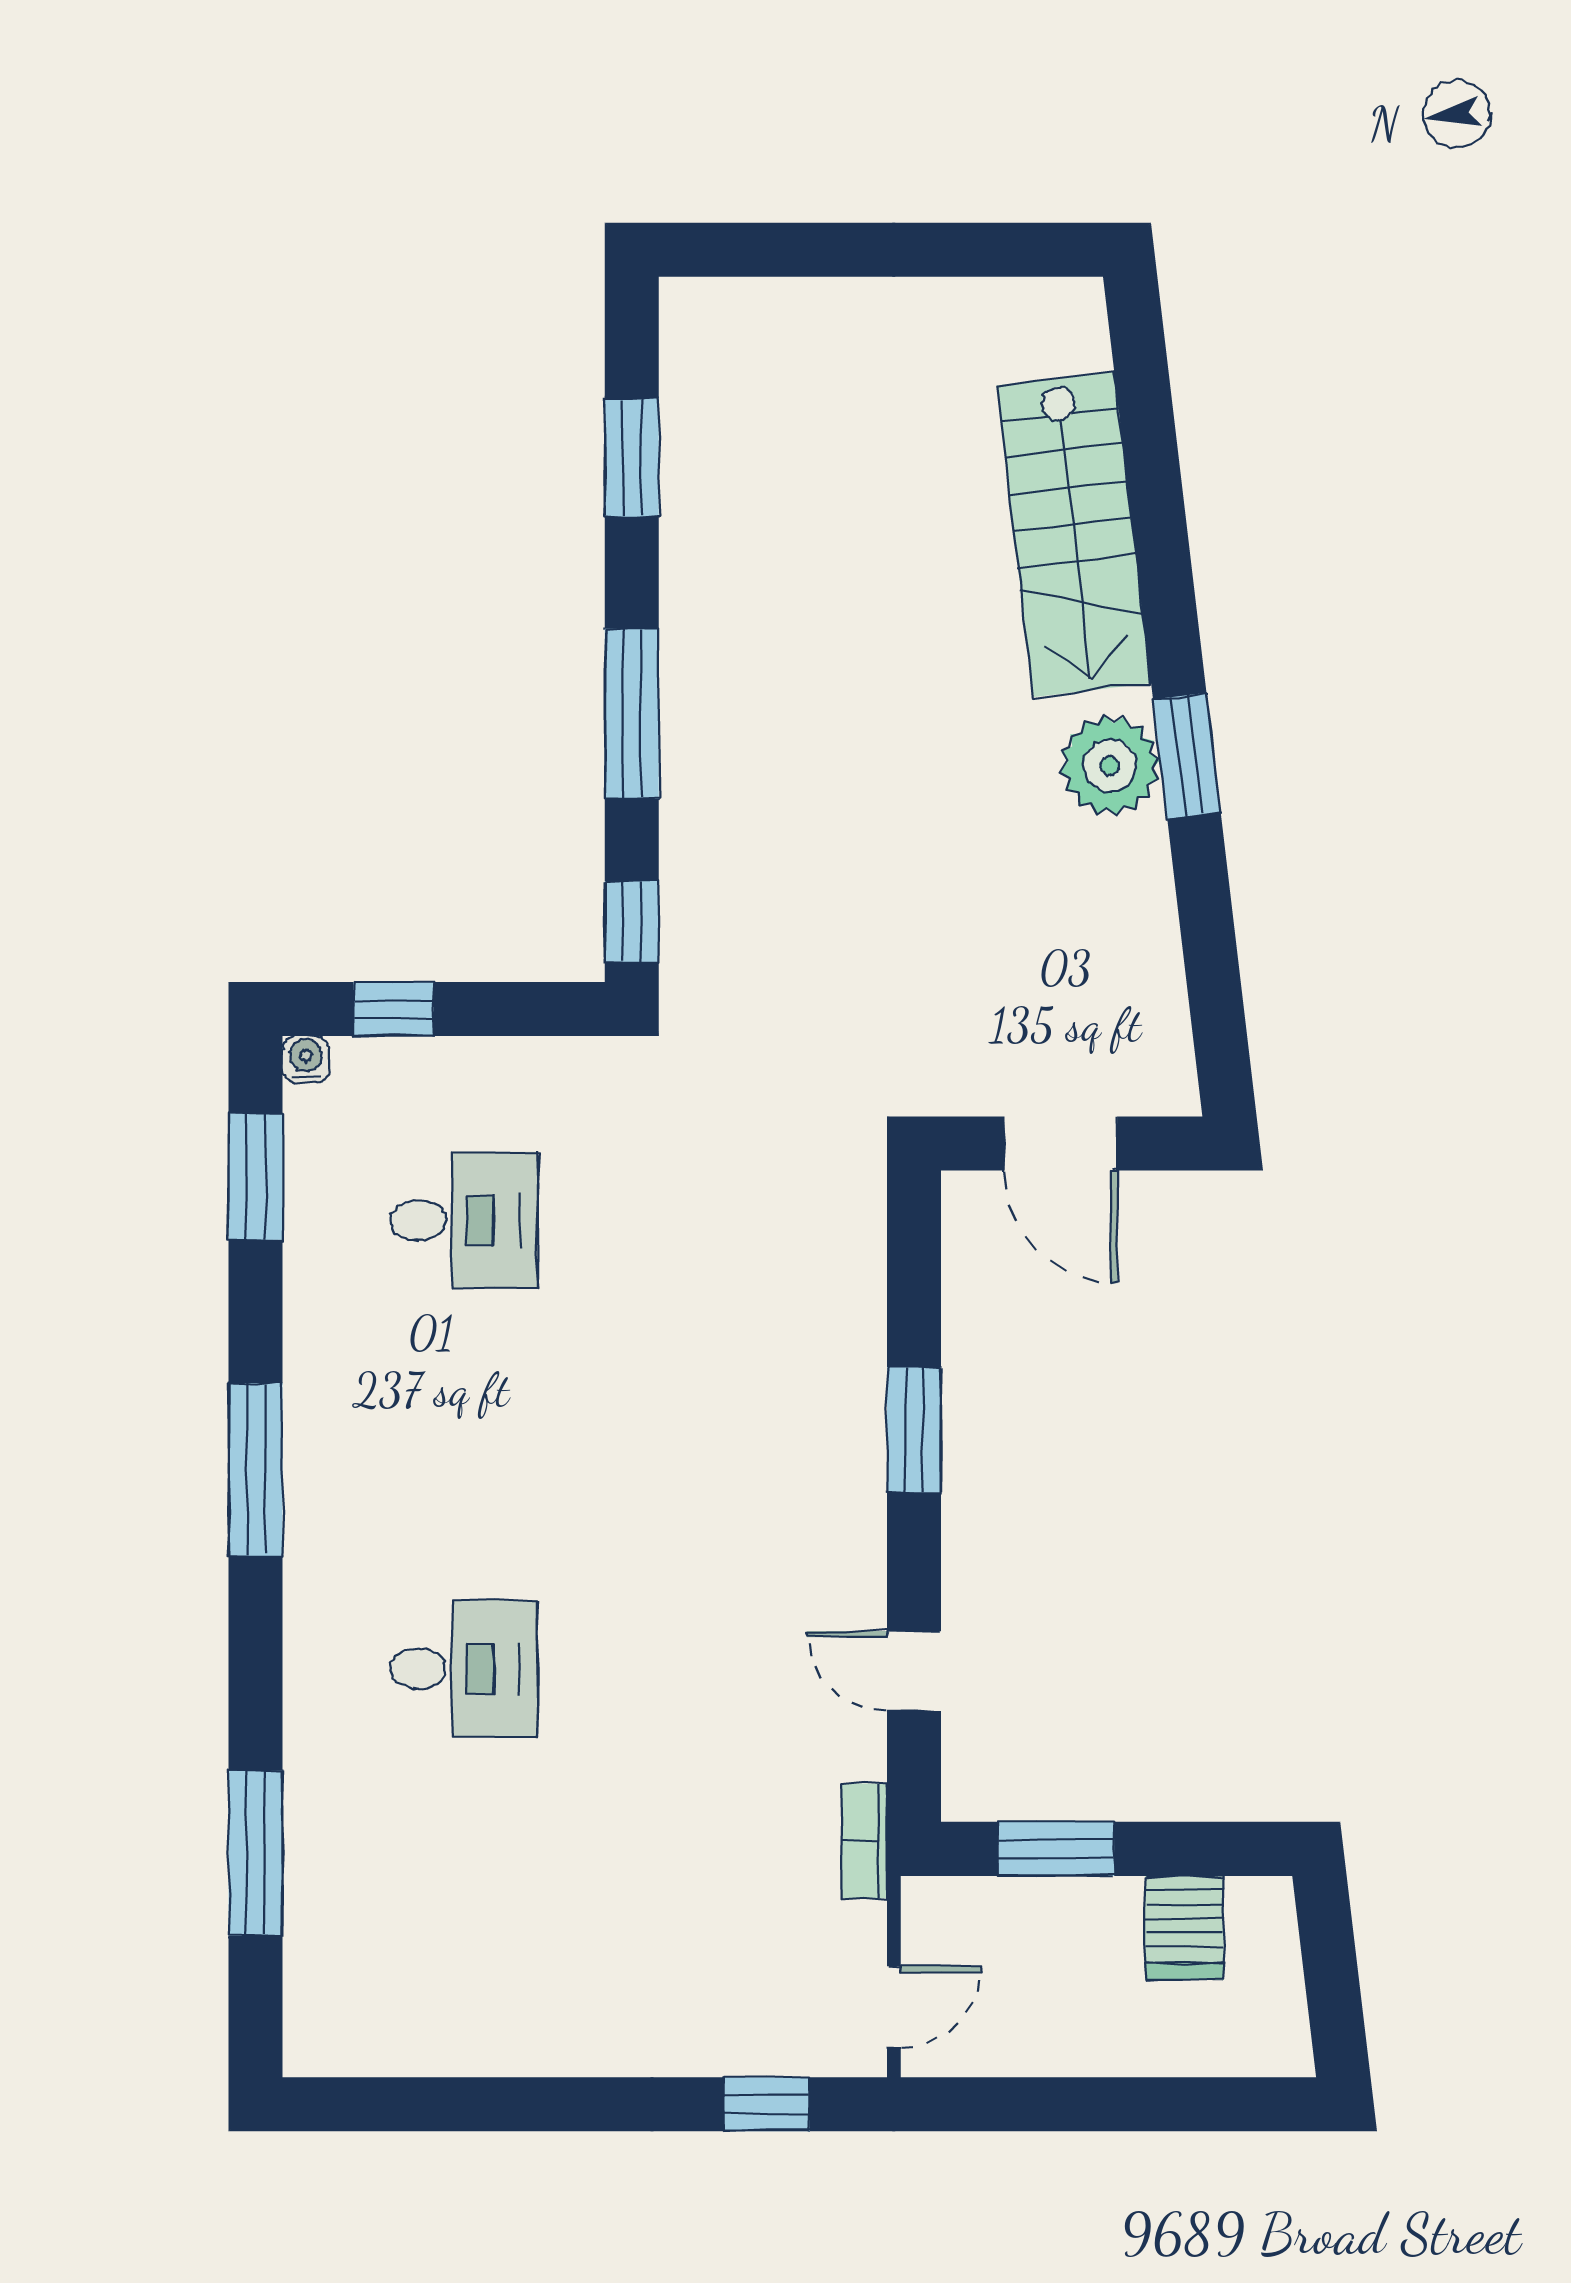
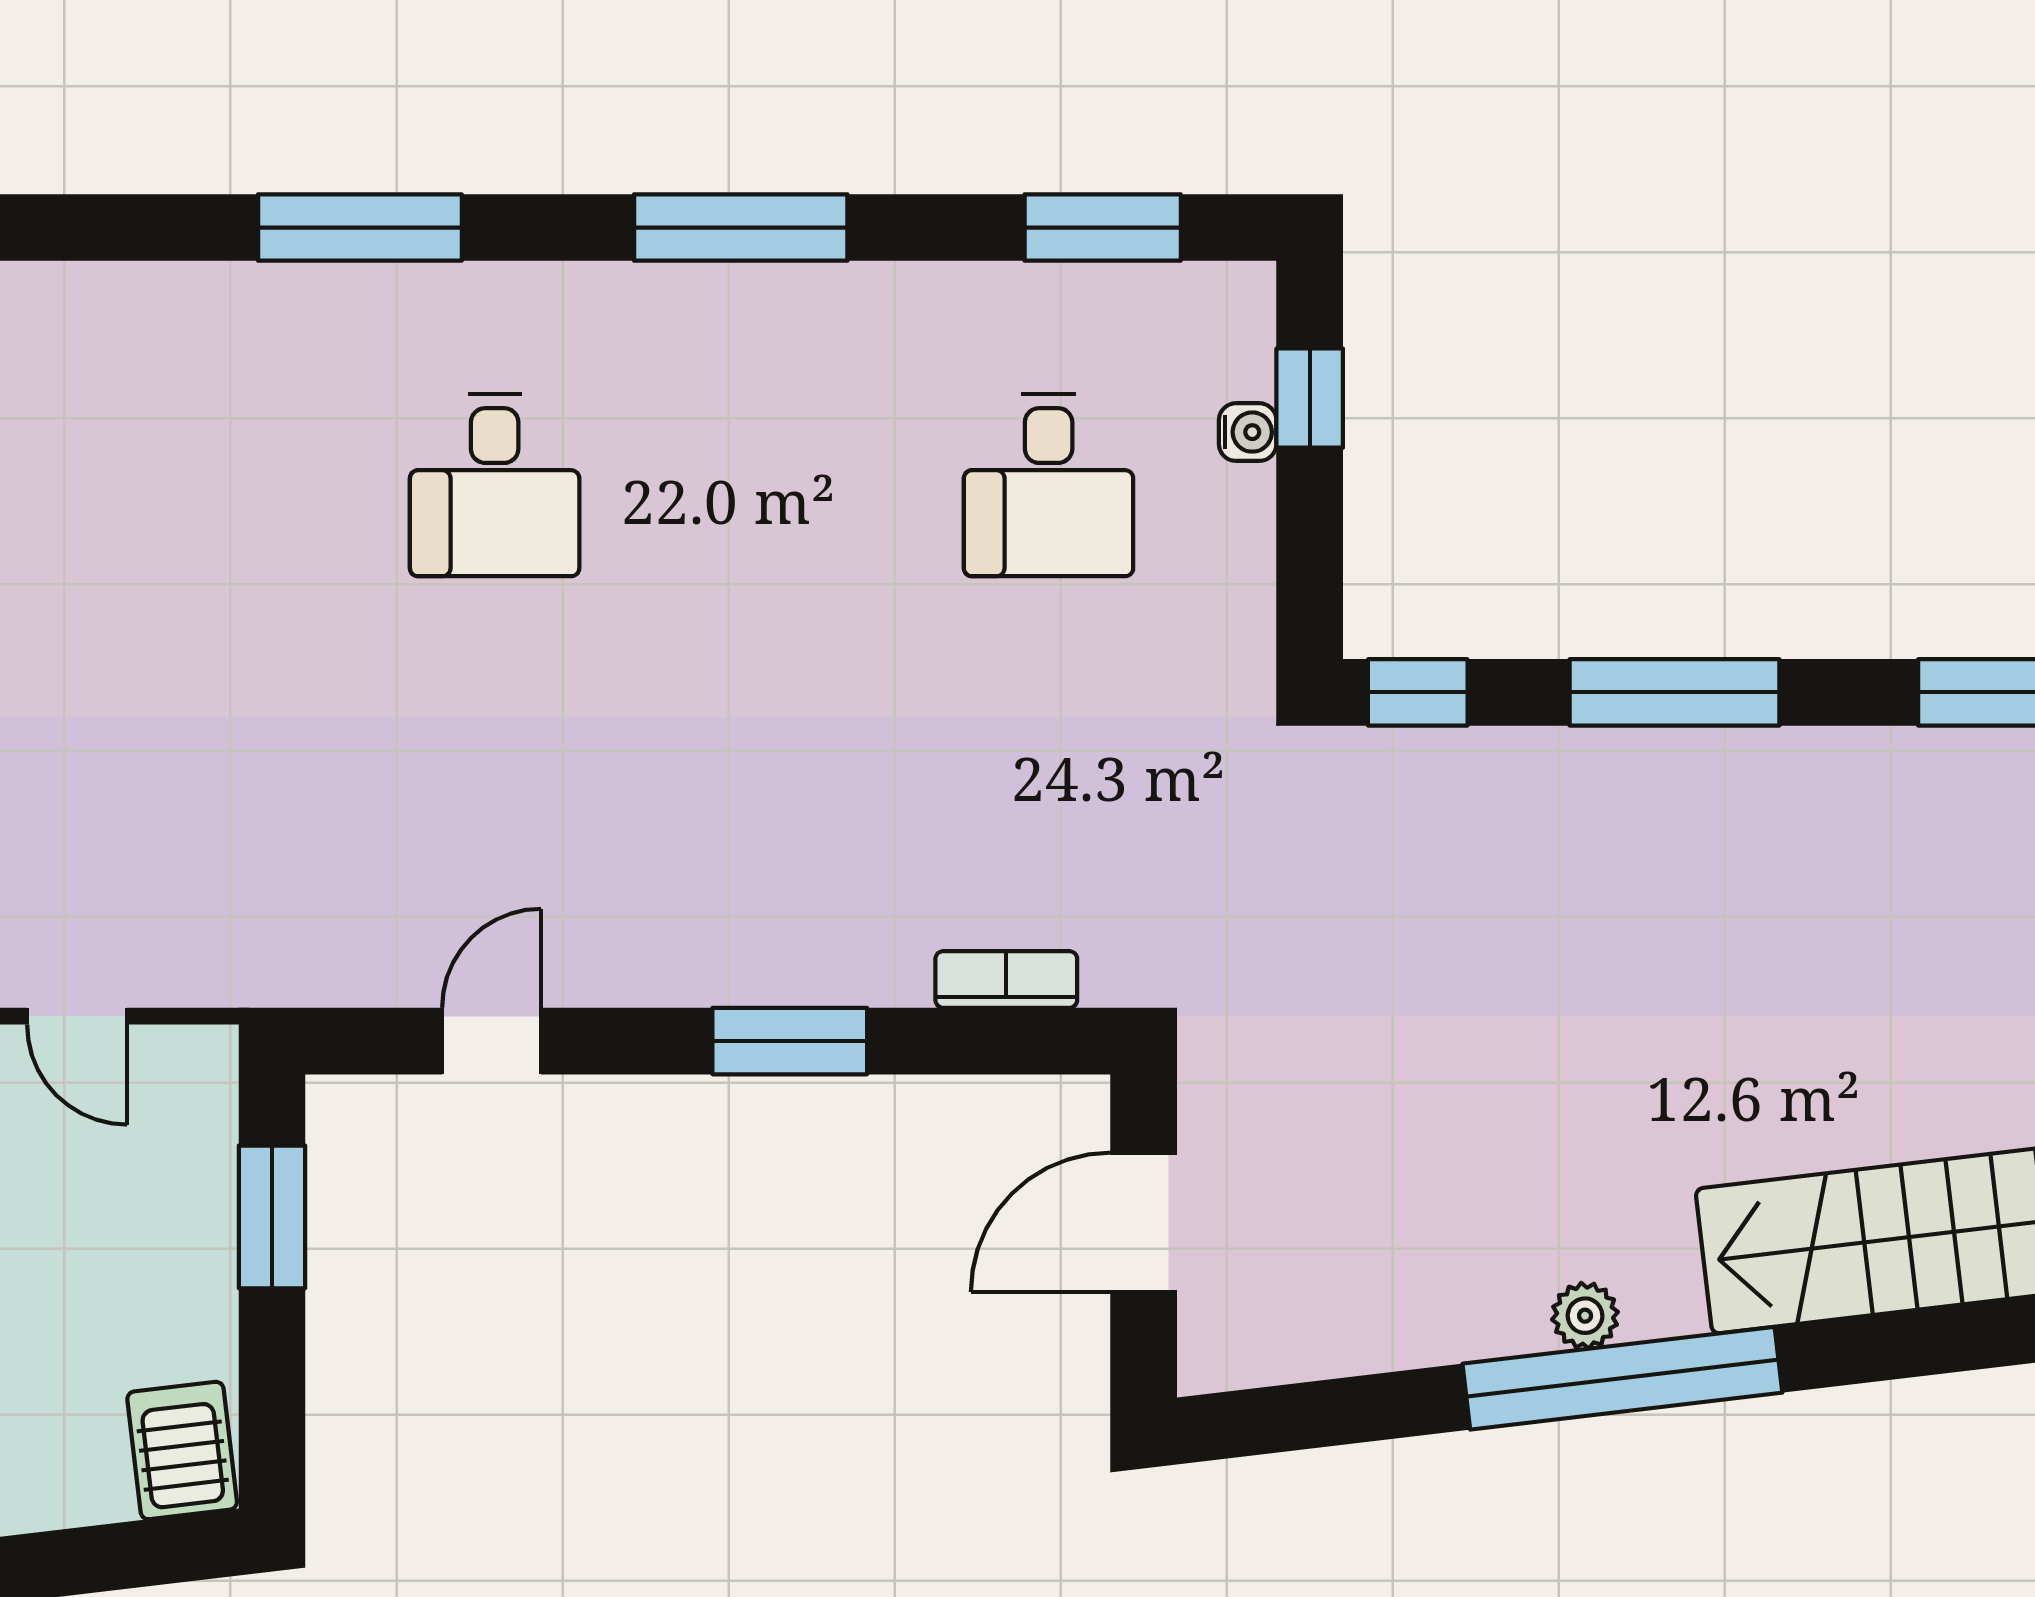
window: (1187, 756) -> (1622, 1378), width x2.11
plant: (1110, 766) -> (1585, 1316), width x0.53, depth x0.53
water cooler: (306, 1059) -> (1248, 432), moved
bookcase: (864, 1841) -> (1006, 979), moved
window: (256, 1853) -> (360, 228), moved
server rack: (1184, 1928) -> (182, 1450), moved, turned 83

